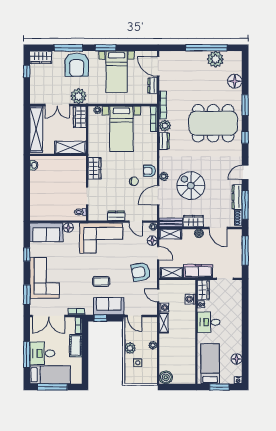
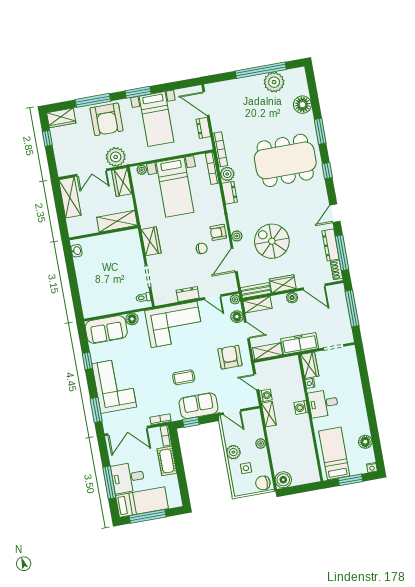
shelving: (36, 129) -> (70, 198), width x0.68
armchair: (141, 272) -> (230, 357), turned 100
washing machine: (190, 299) -> (301, 407), moved
chair: (149, 377) -> (263, 483), added

